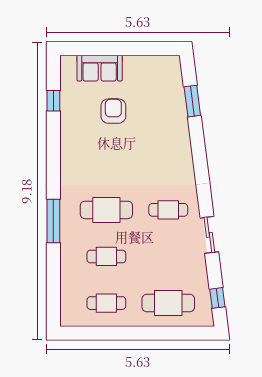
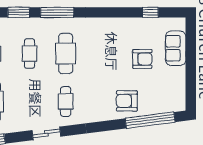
window: (192, 101) -> (150, 120), width x2.11
armchair: (167, 131) -> (127, 101), added
window: (53, 270) -> (19, 12), added

